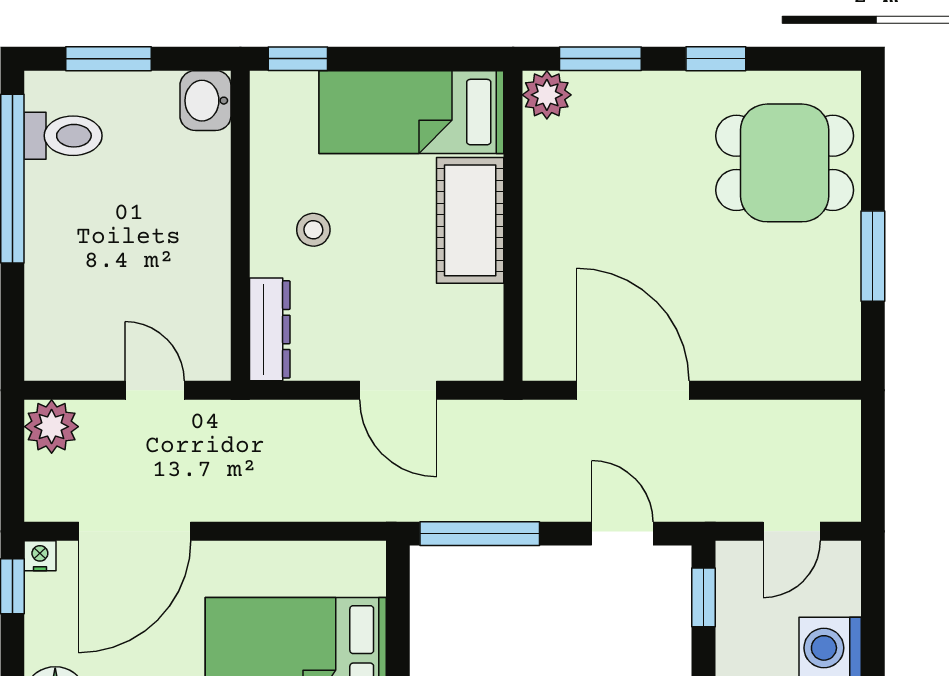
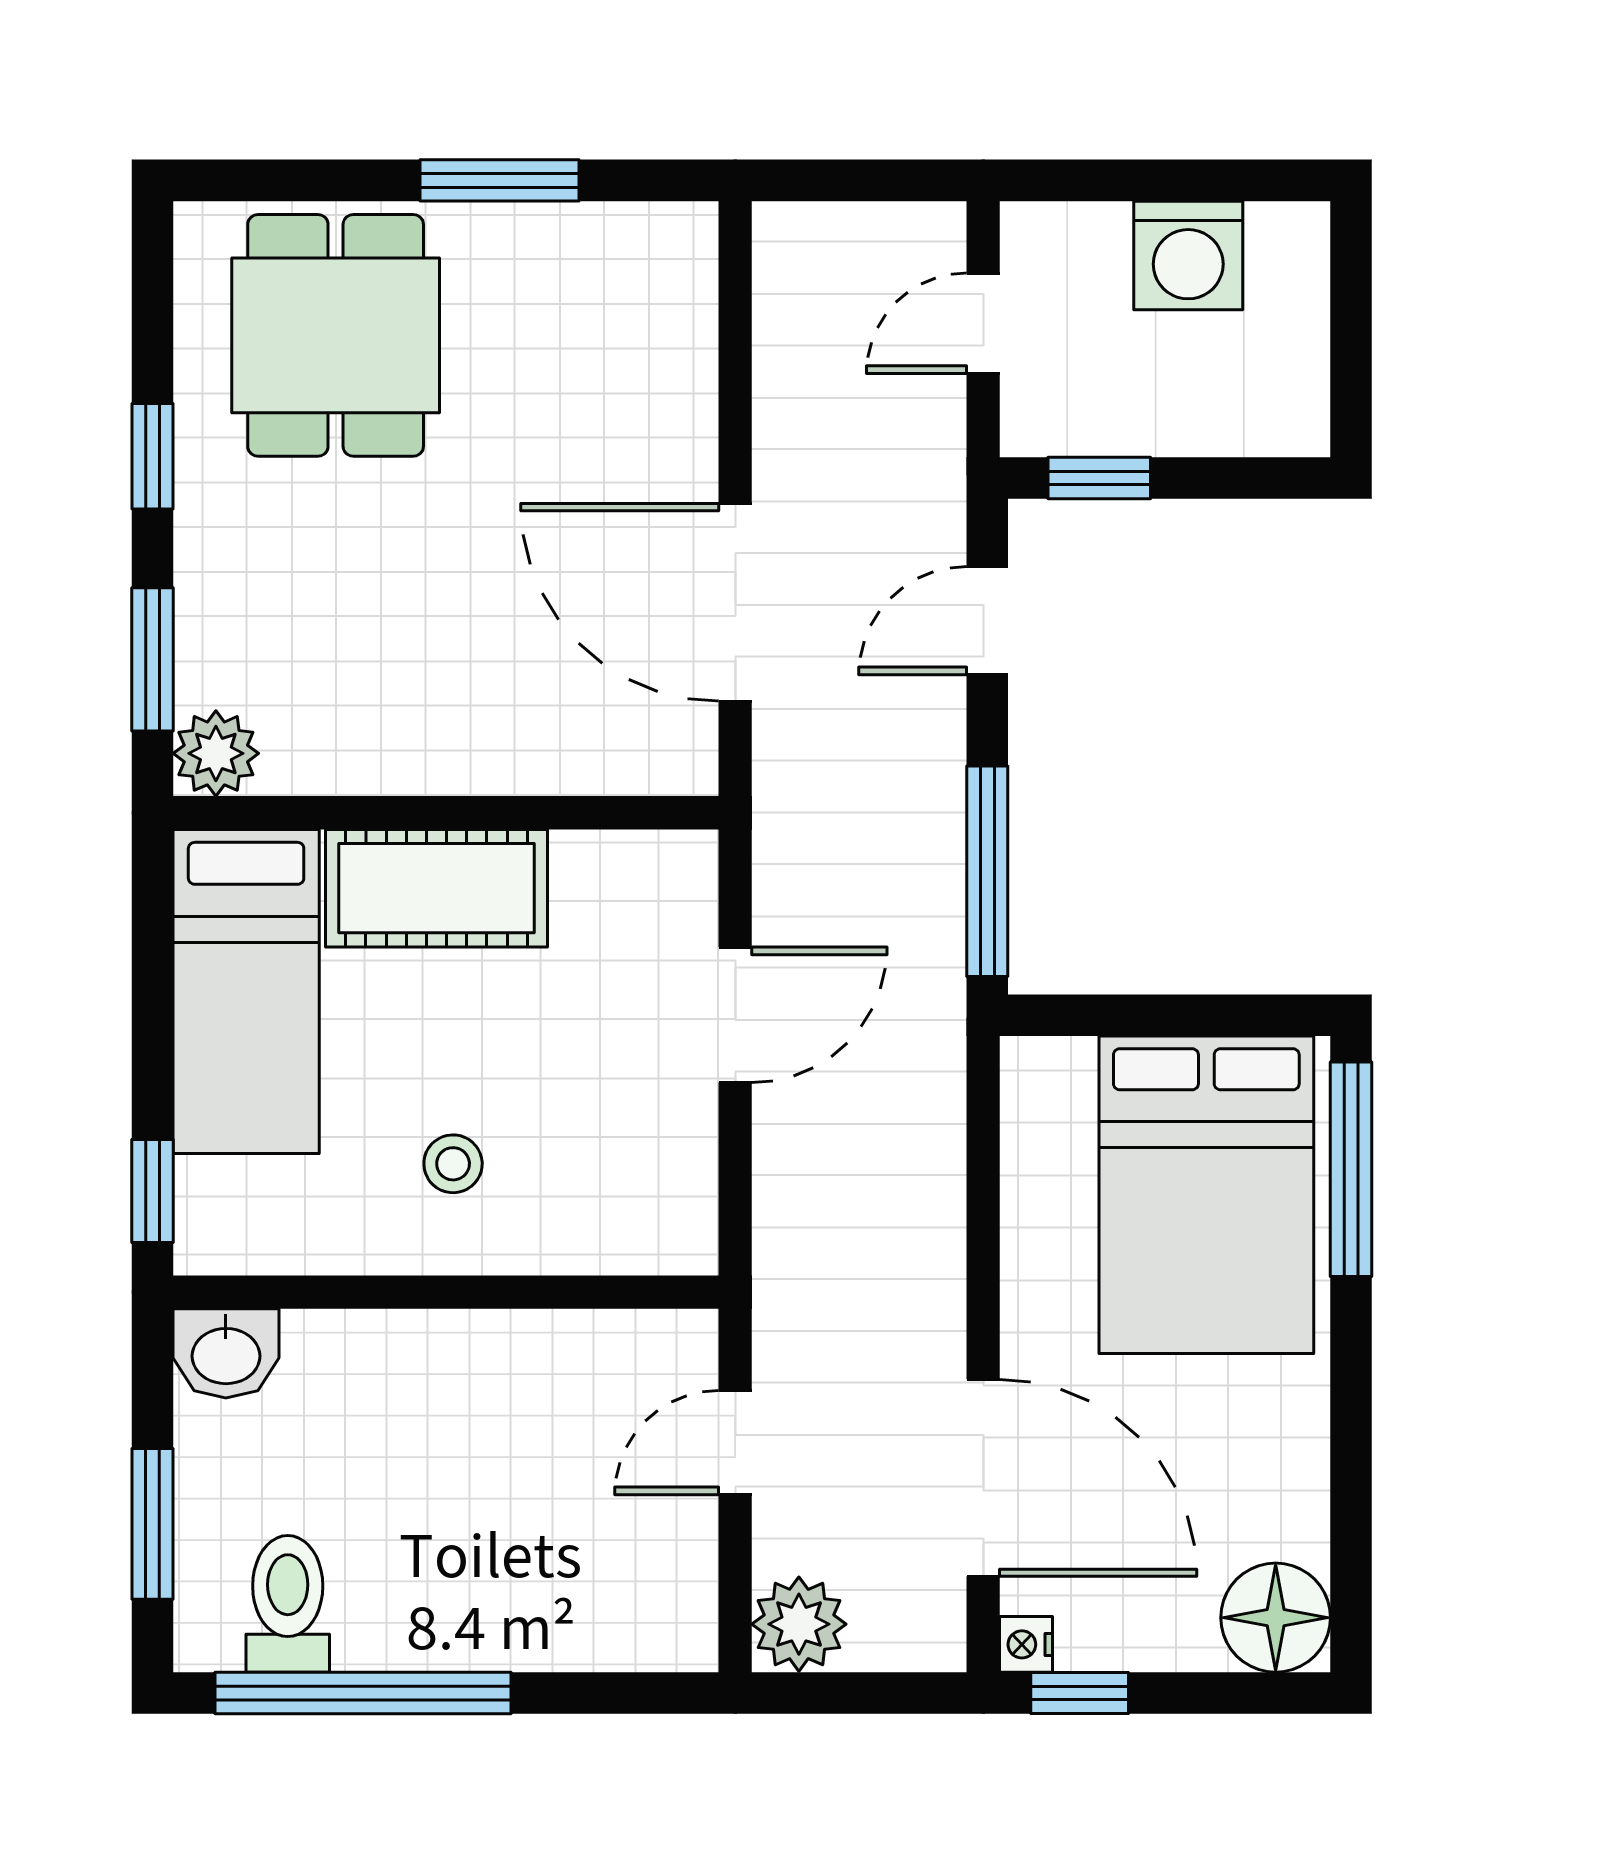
dresser: (270, 329) -> (628, 1240), removed
door: (633, 390) -> (735, 602), hinge flipped
door: (792, 531) -> (983, 323), swing flipped

